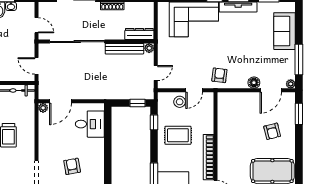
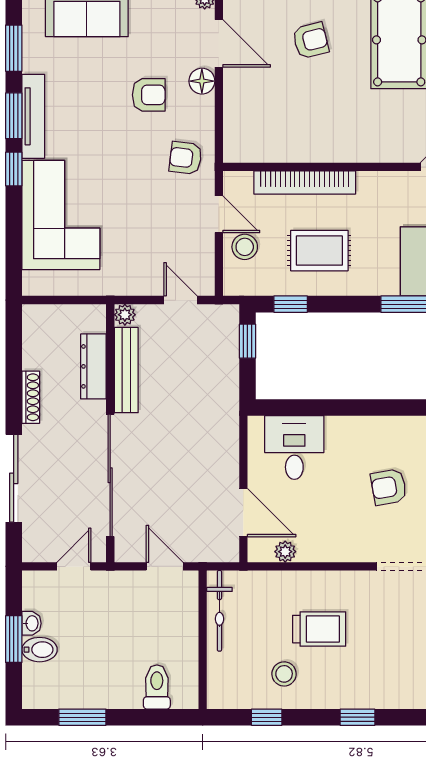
dresser: (139, 34) -> (93, 366), moved
armchair: (248, 59) -> (149, 95), added
door: (36, 66) -> (165, 566), swing flipped
plant: (43, 108) -> (285, 552), moved
rug: (178, 135) -> (319, 251), turned 90
bookcase: (208, 157) -> (305, 183), moved

